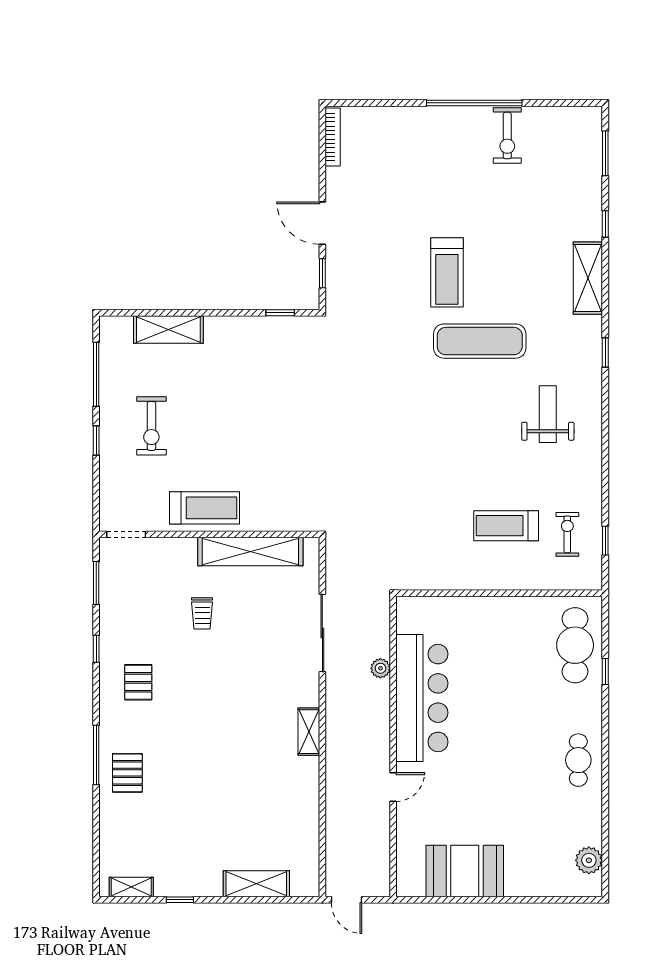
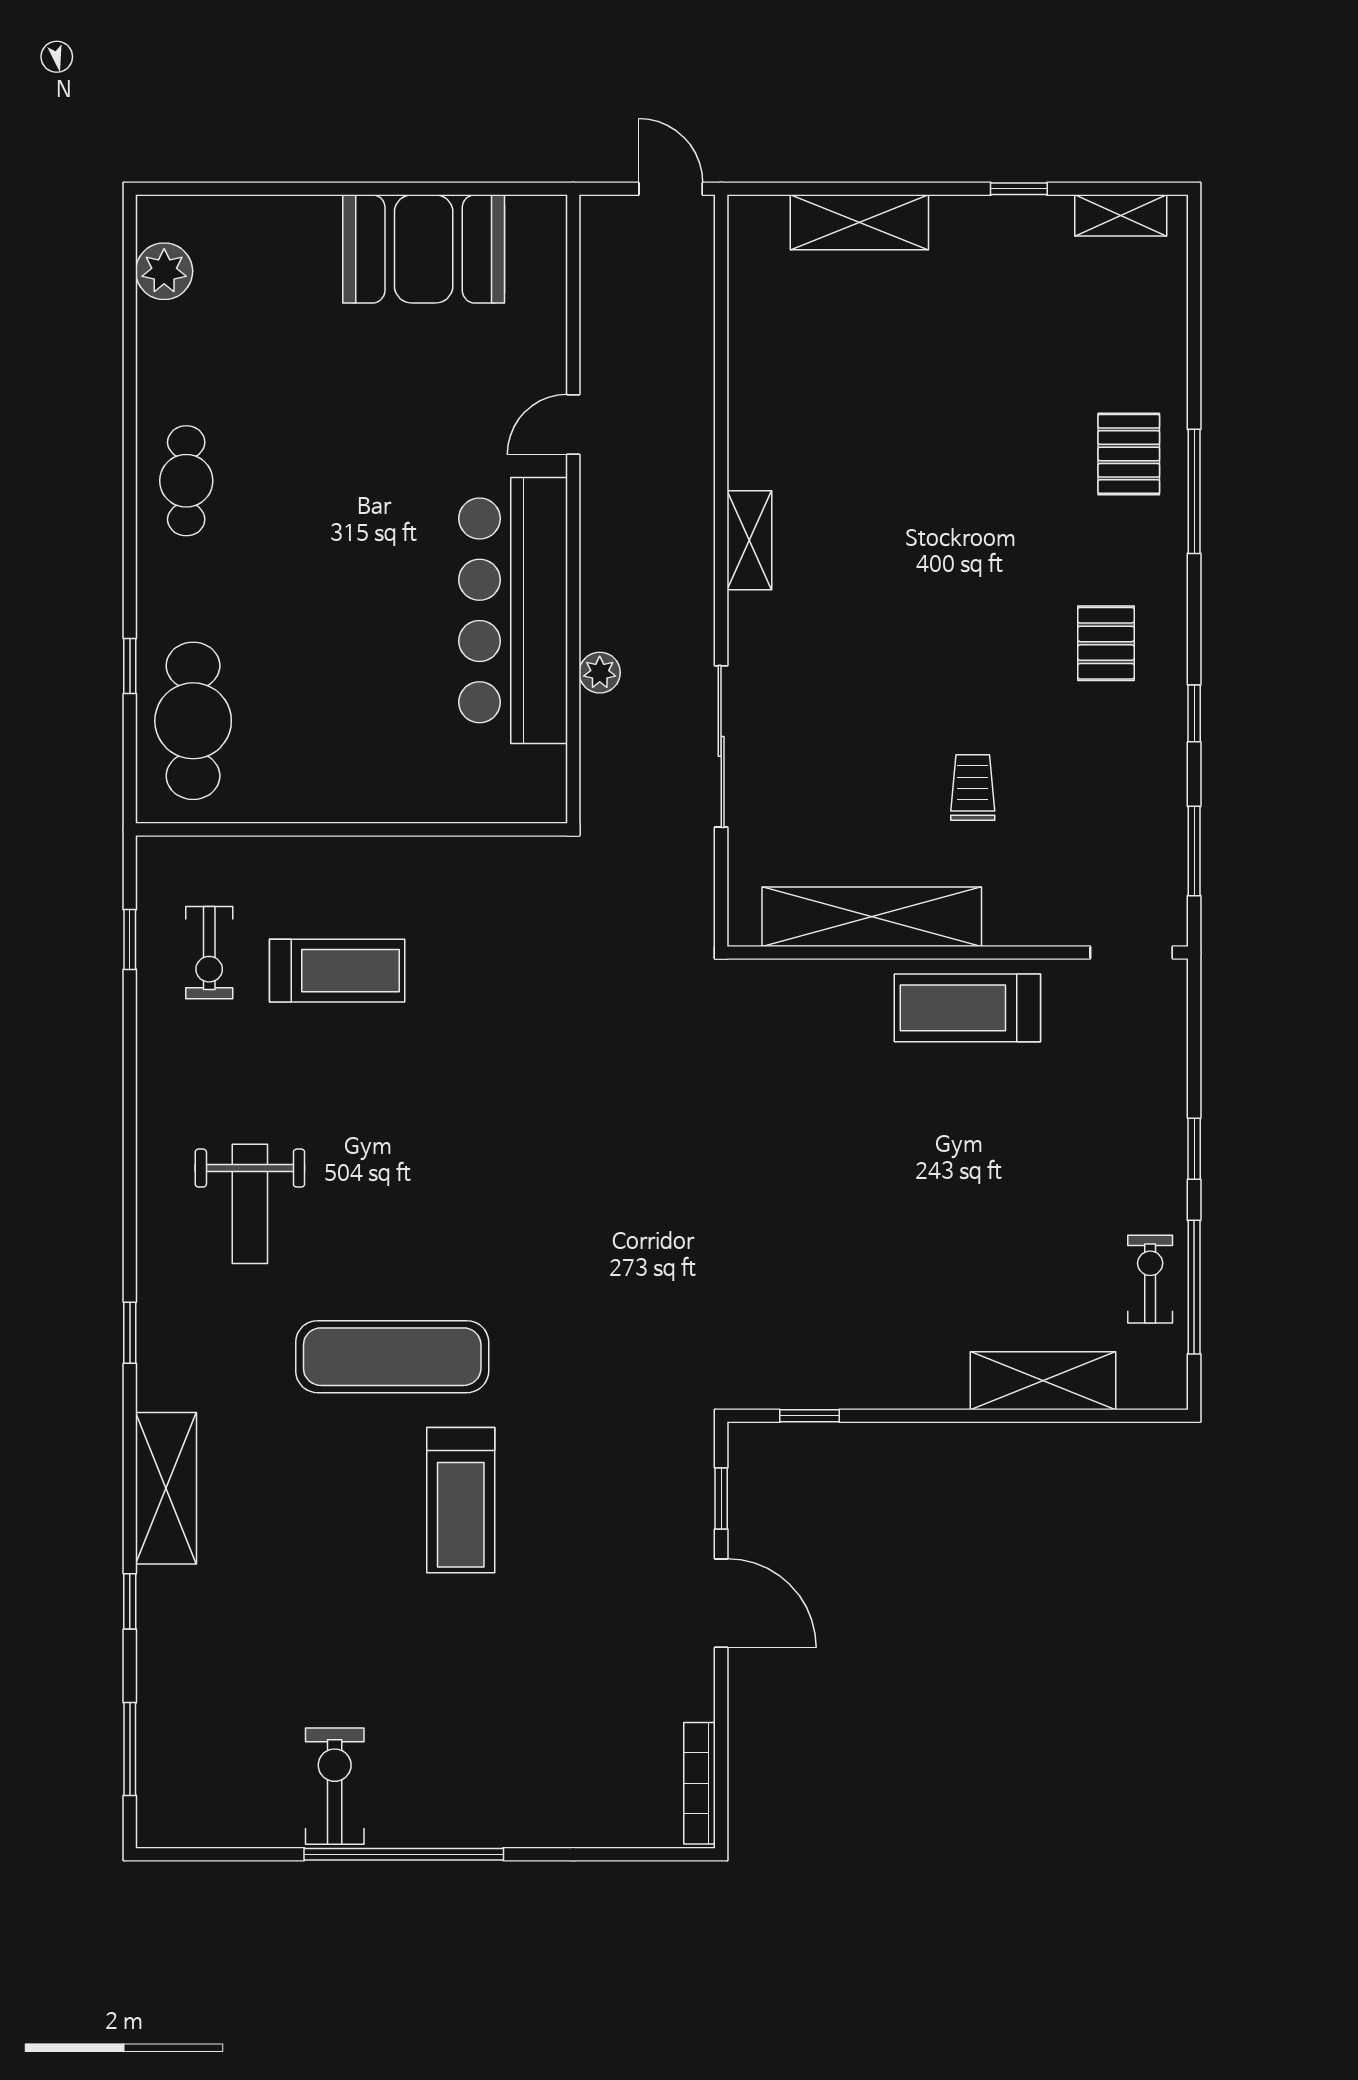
treadmill: (447, 272) -> (461, 1500), turned 180
exercise bike: (151, 426) -> (1150, 1279), moved, width x0.73, depth x0.72

